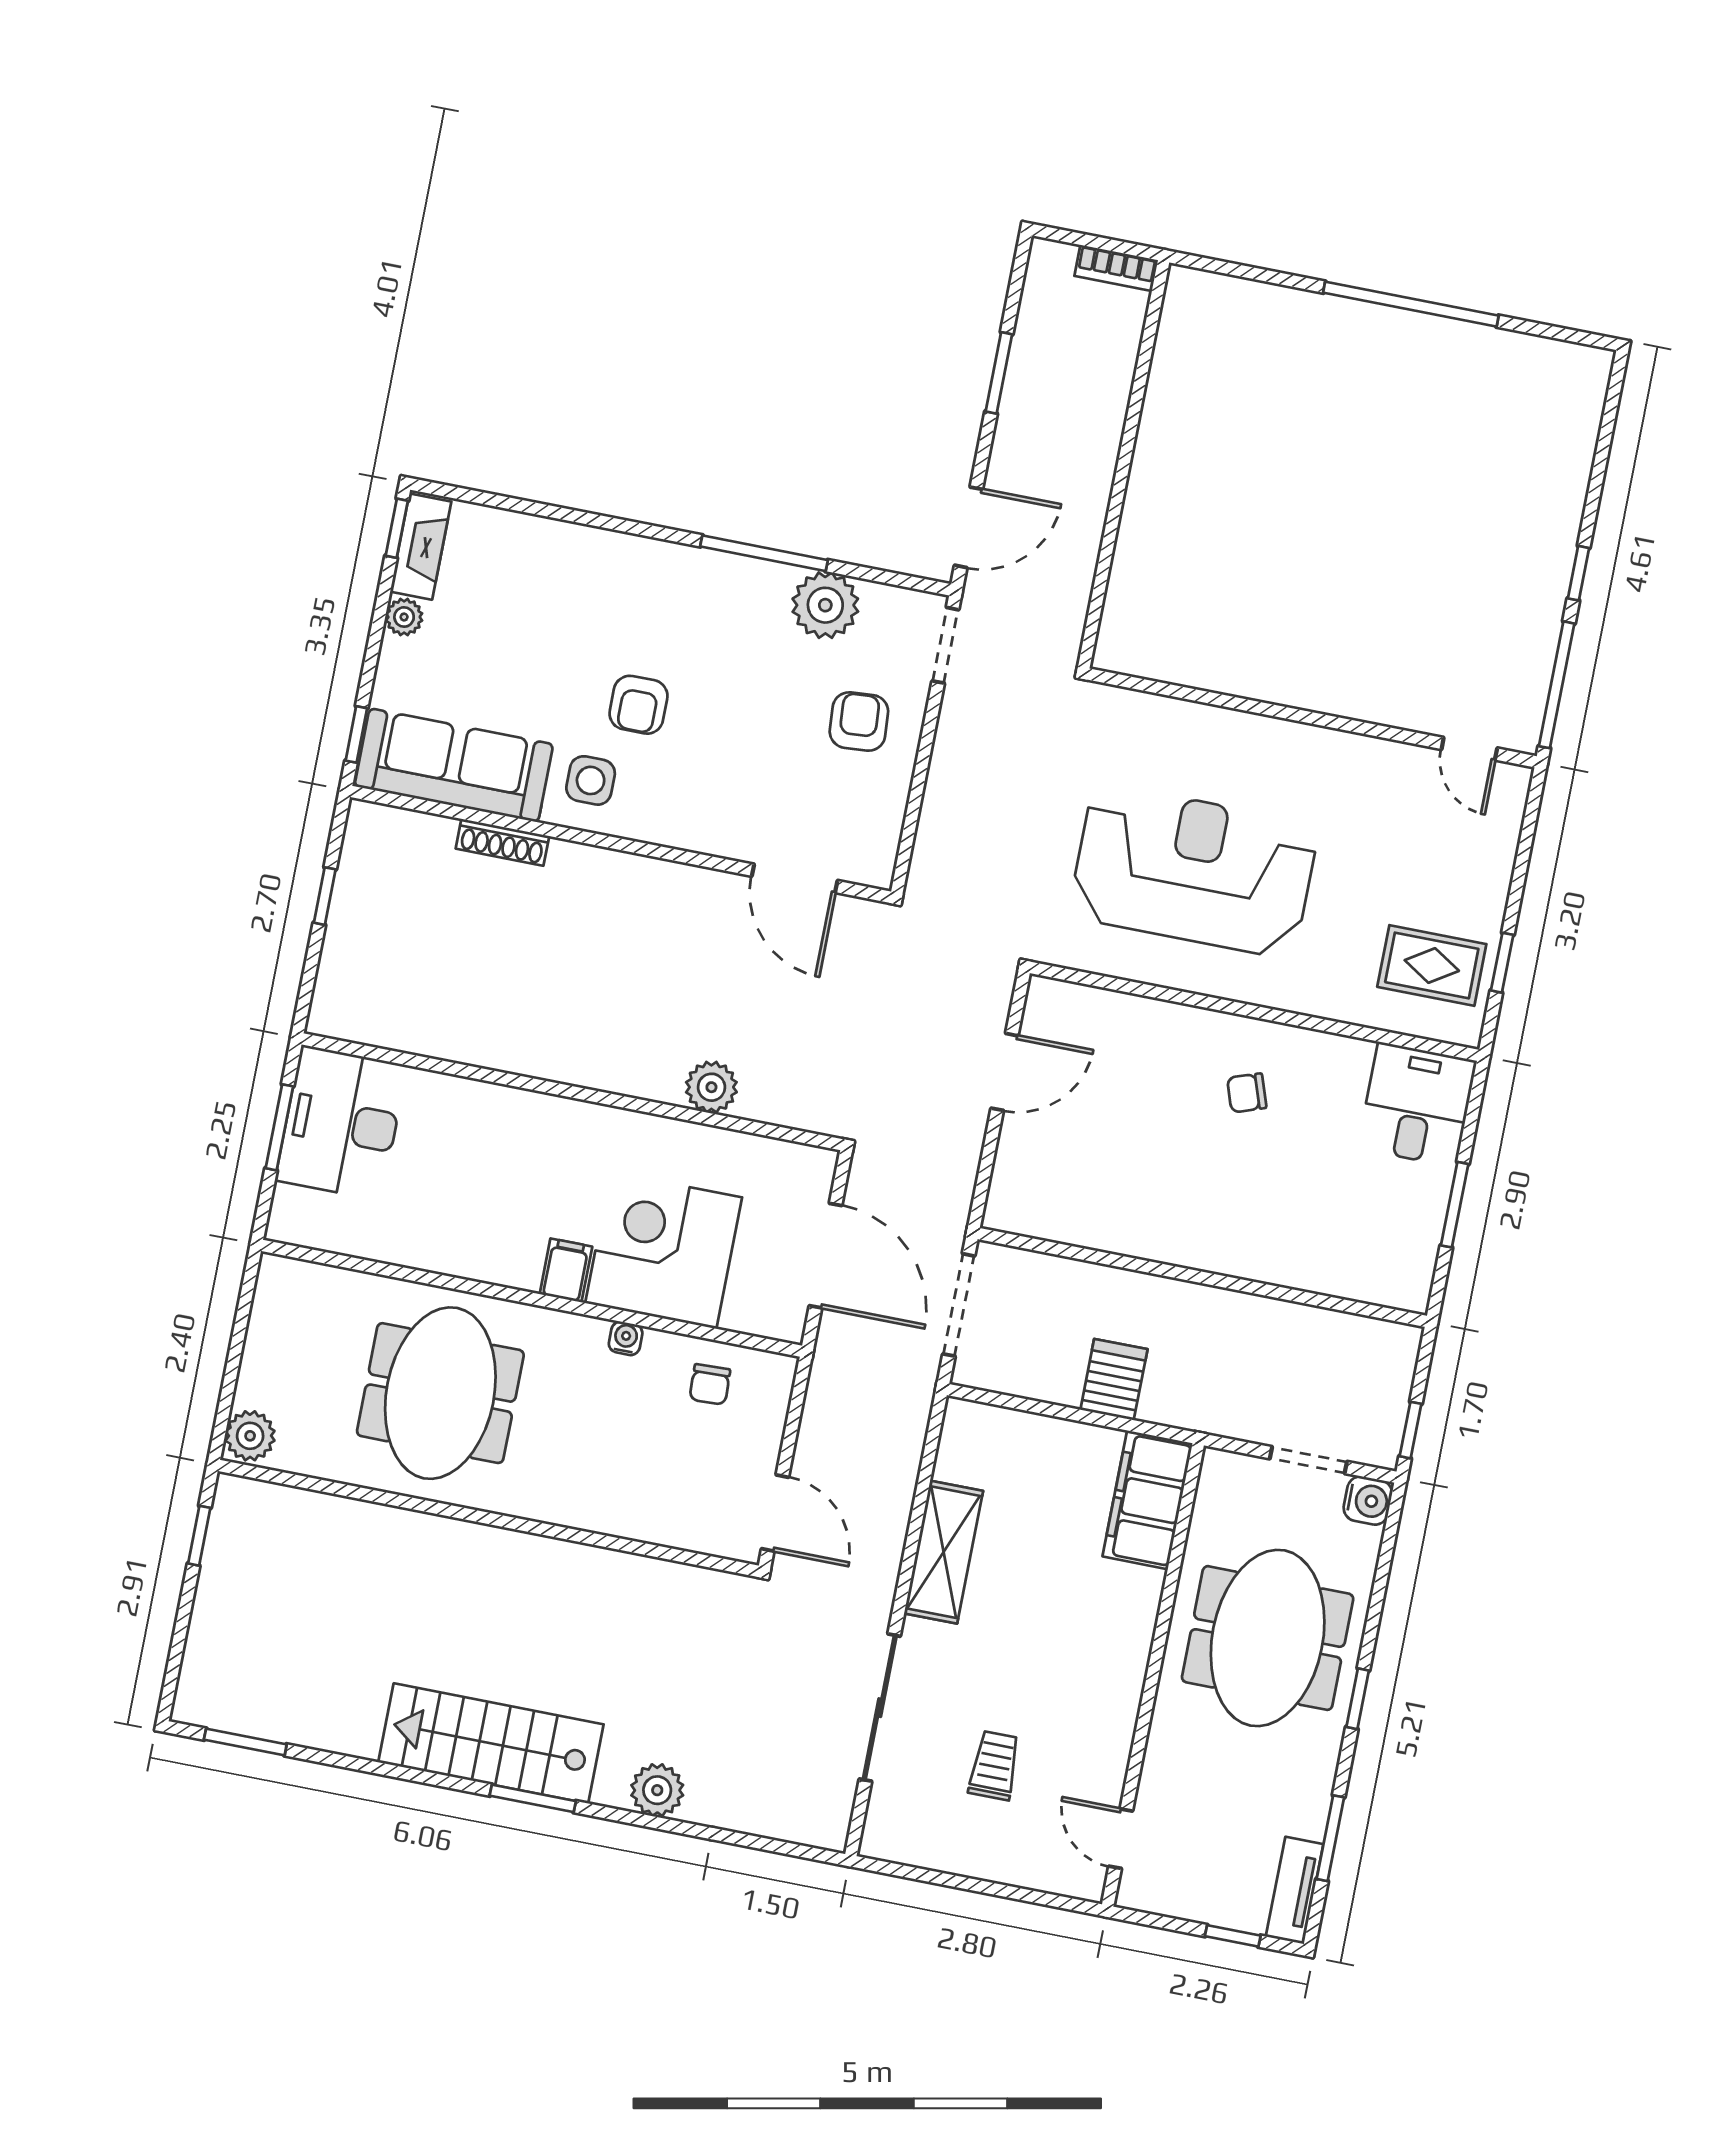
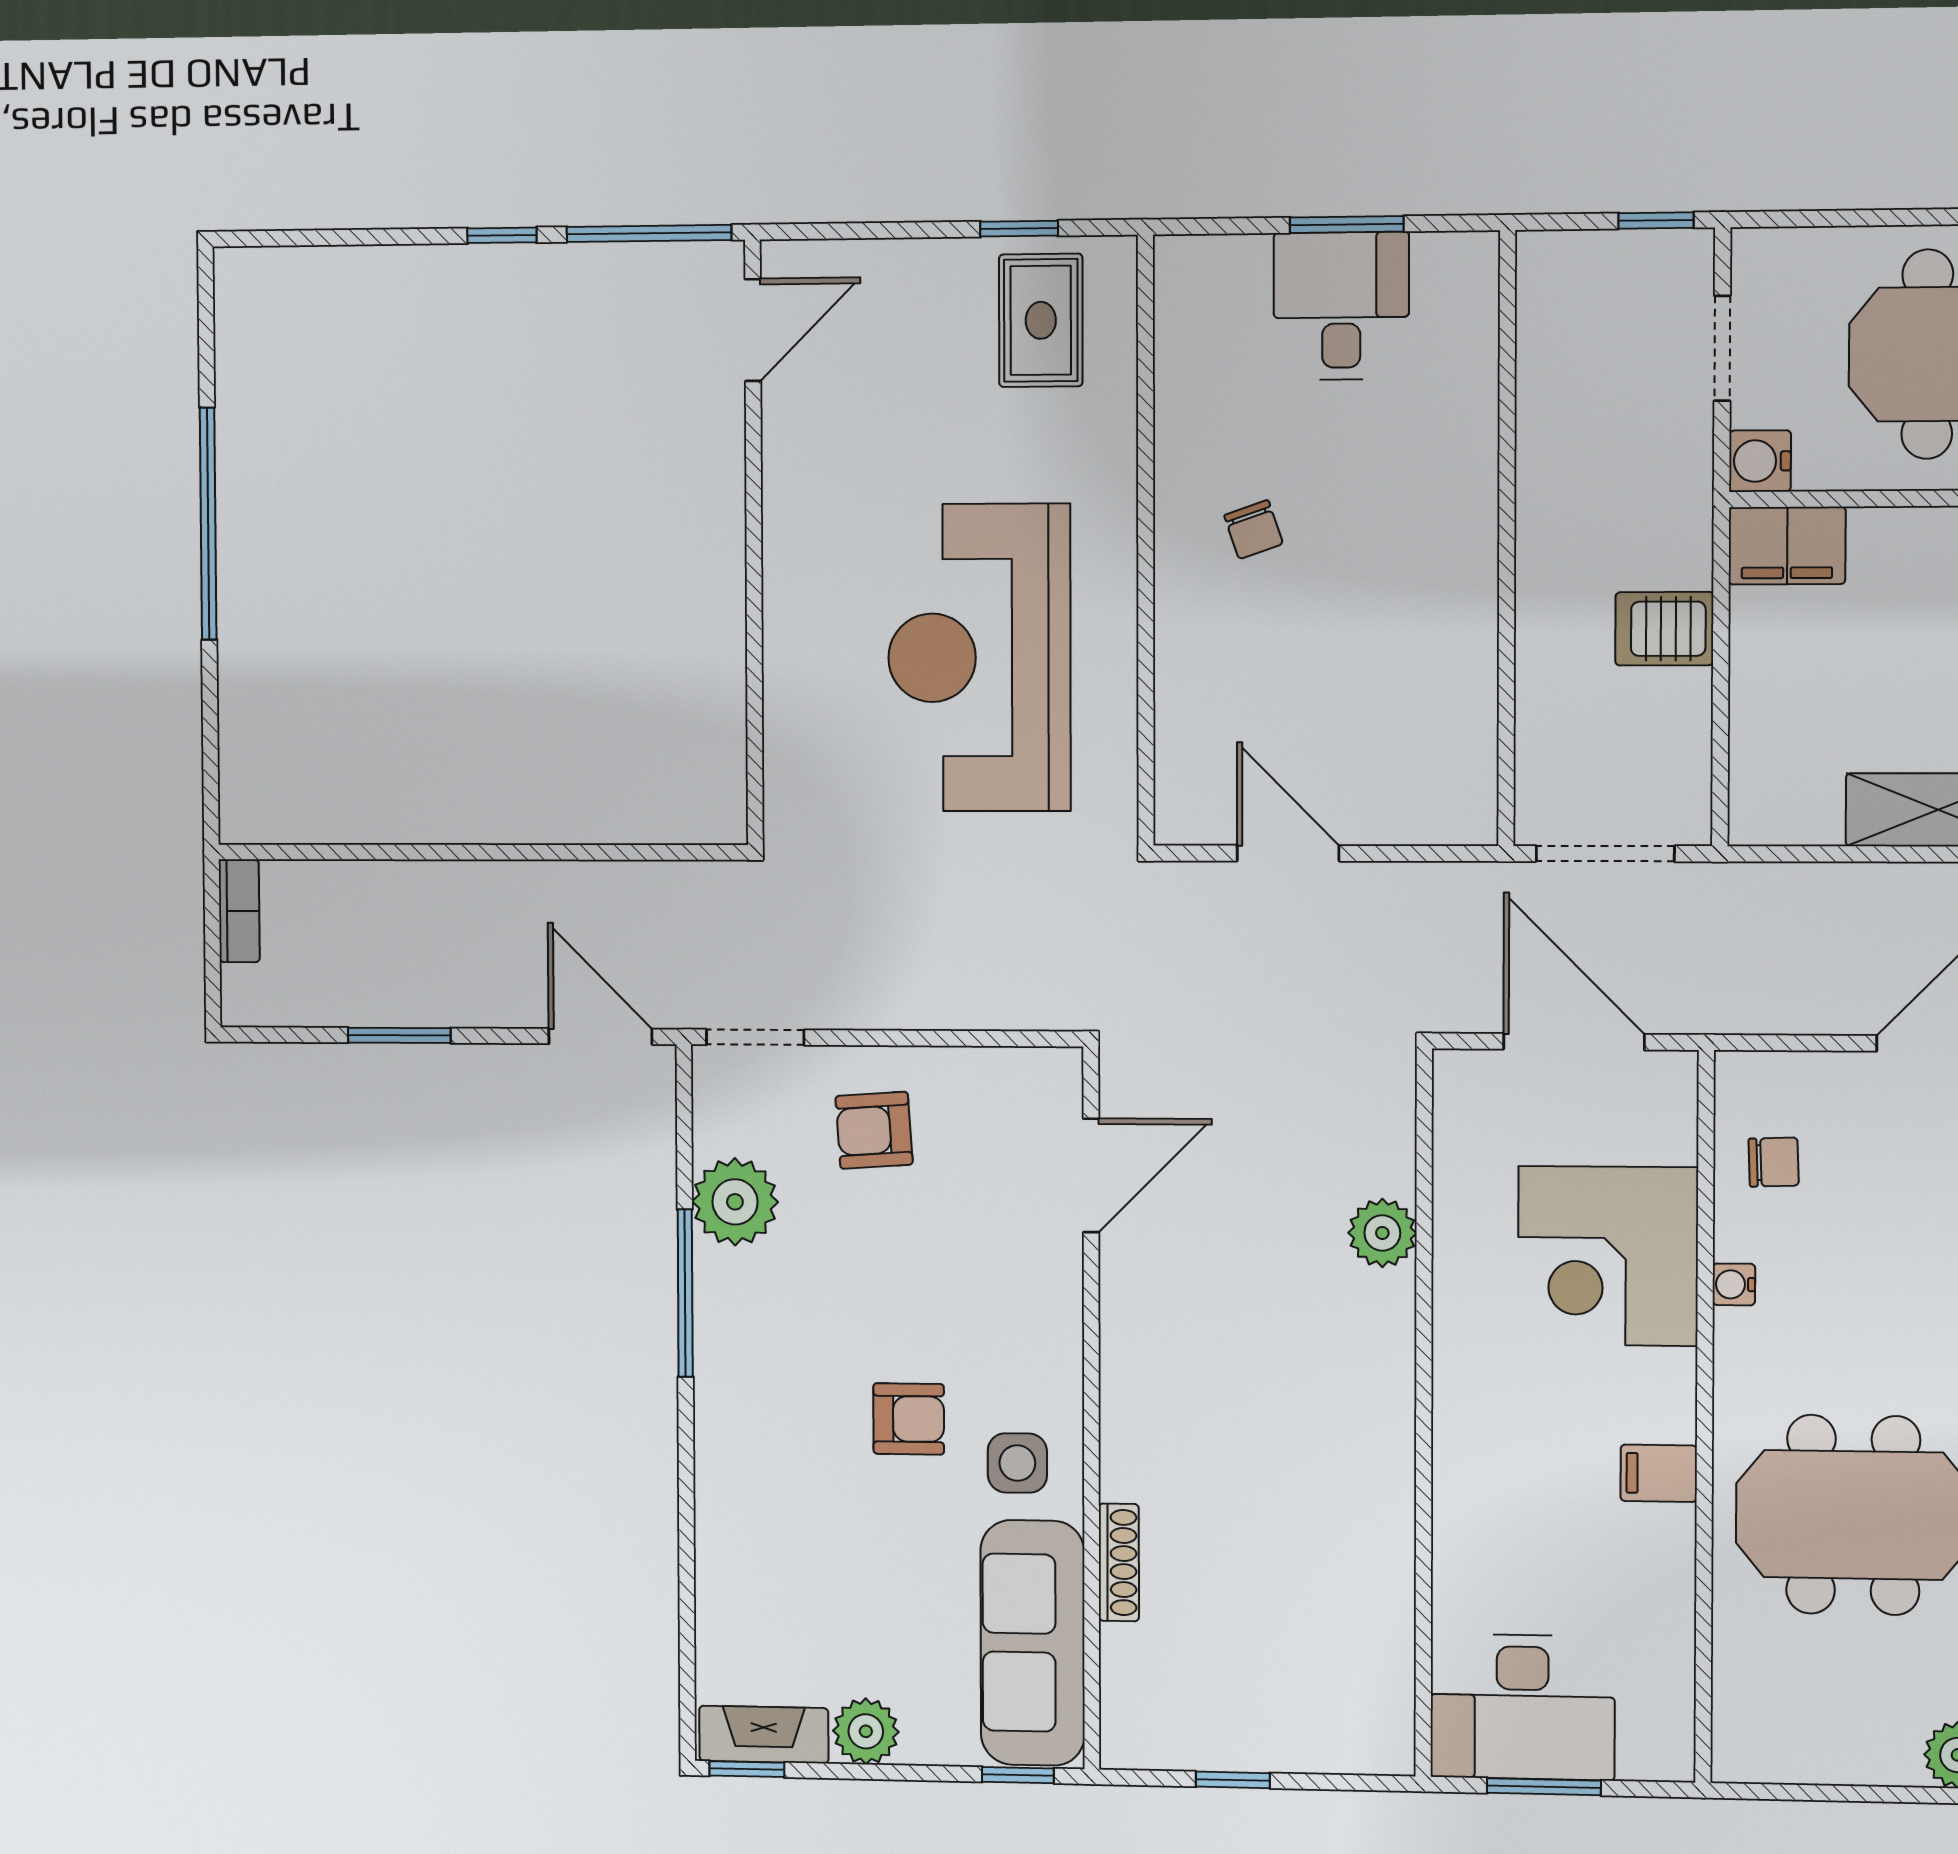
plant: (404, 617) -> (866, 1731), width x1.38, depth x1.38
door: (1469, 749) -> (753, 330), width x1.37
desk: (1417, 1105) -> (1341, 306), moved, turned 90
door: (826, 1256) -> (1574, 1042), hinge flipped
filing cabinet: (566, 1270) -> (1659, 1473), moved
filing cabinet: (1148, 1500) -> (1787, 546), width x0.67, depth x0.86
water cooler: (1368, 1501) -> (1760, 461), moved, turned -90

